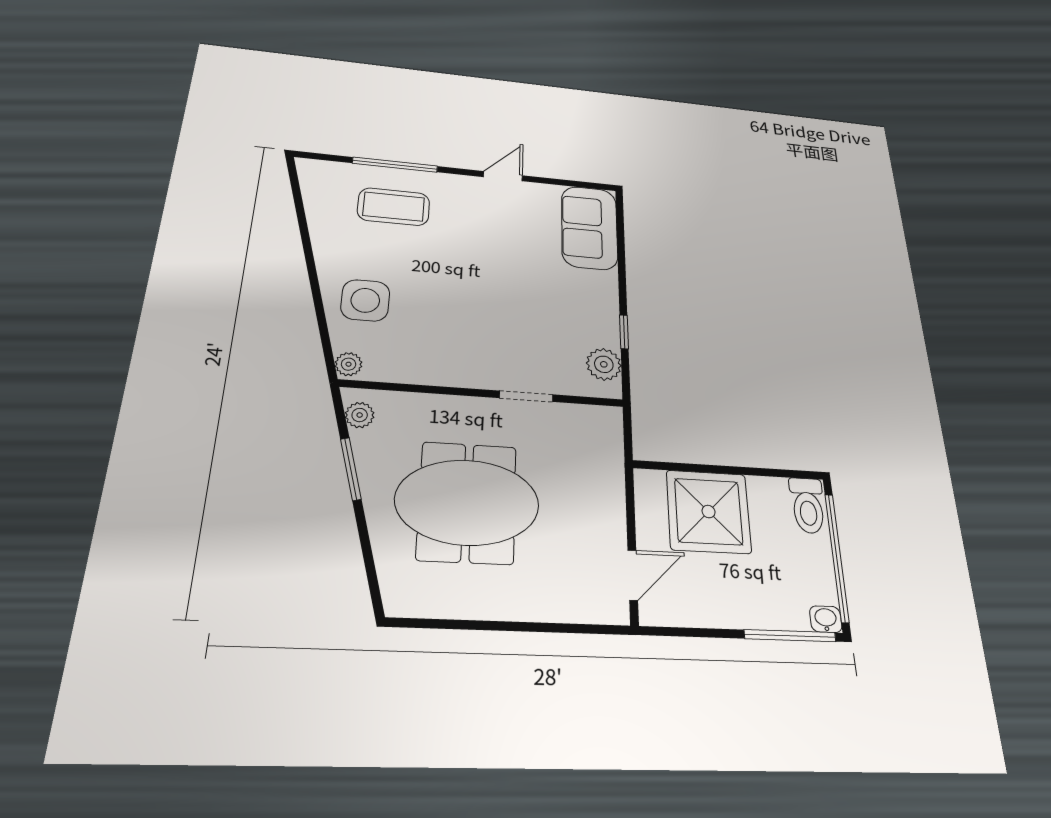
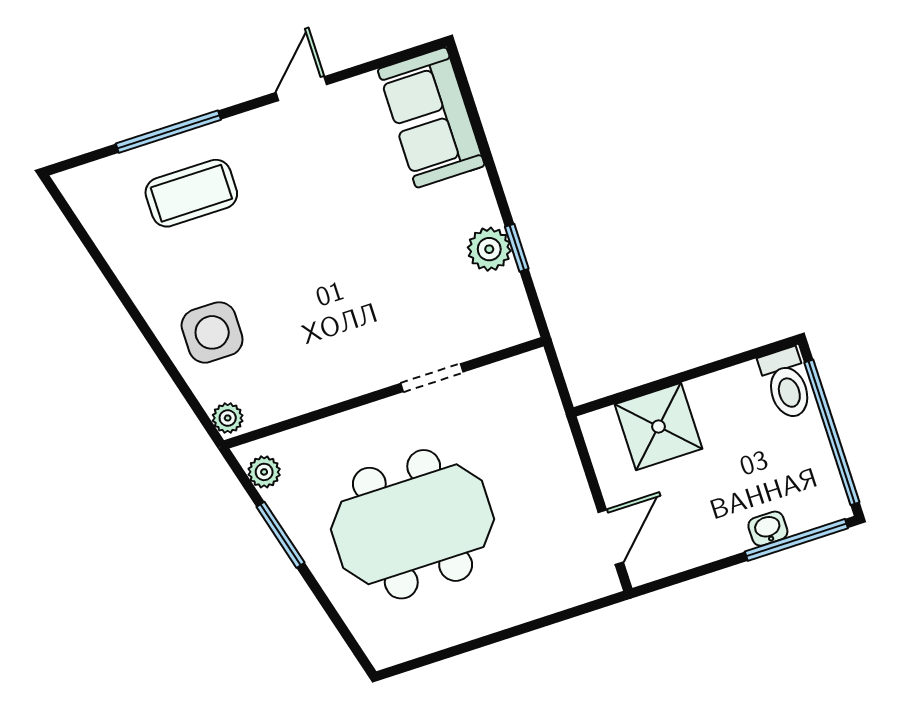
plant: (604, 364) -> (489, 249), moved
shower: (709, 512) -> (658, 427), width x0.73, depth x0.73
washbasin: (826, 619) -> (768, 529), moved

